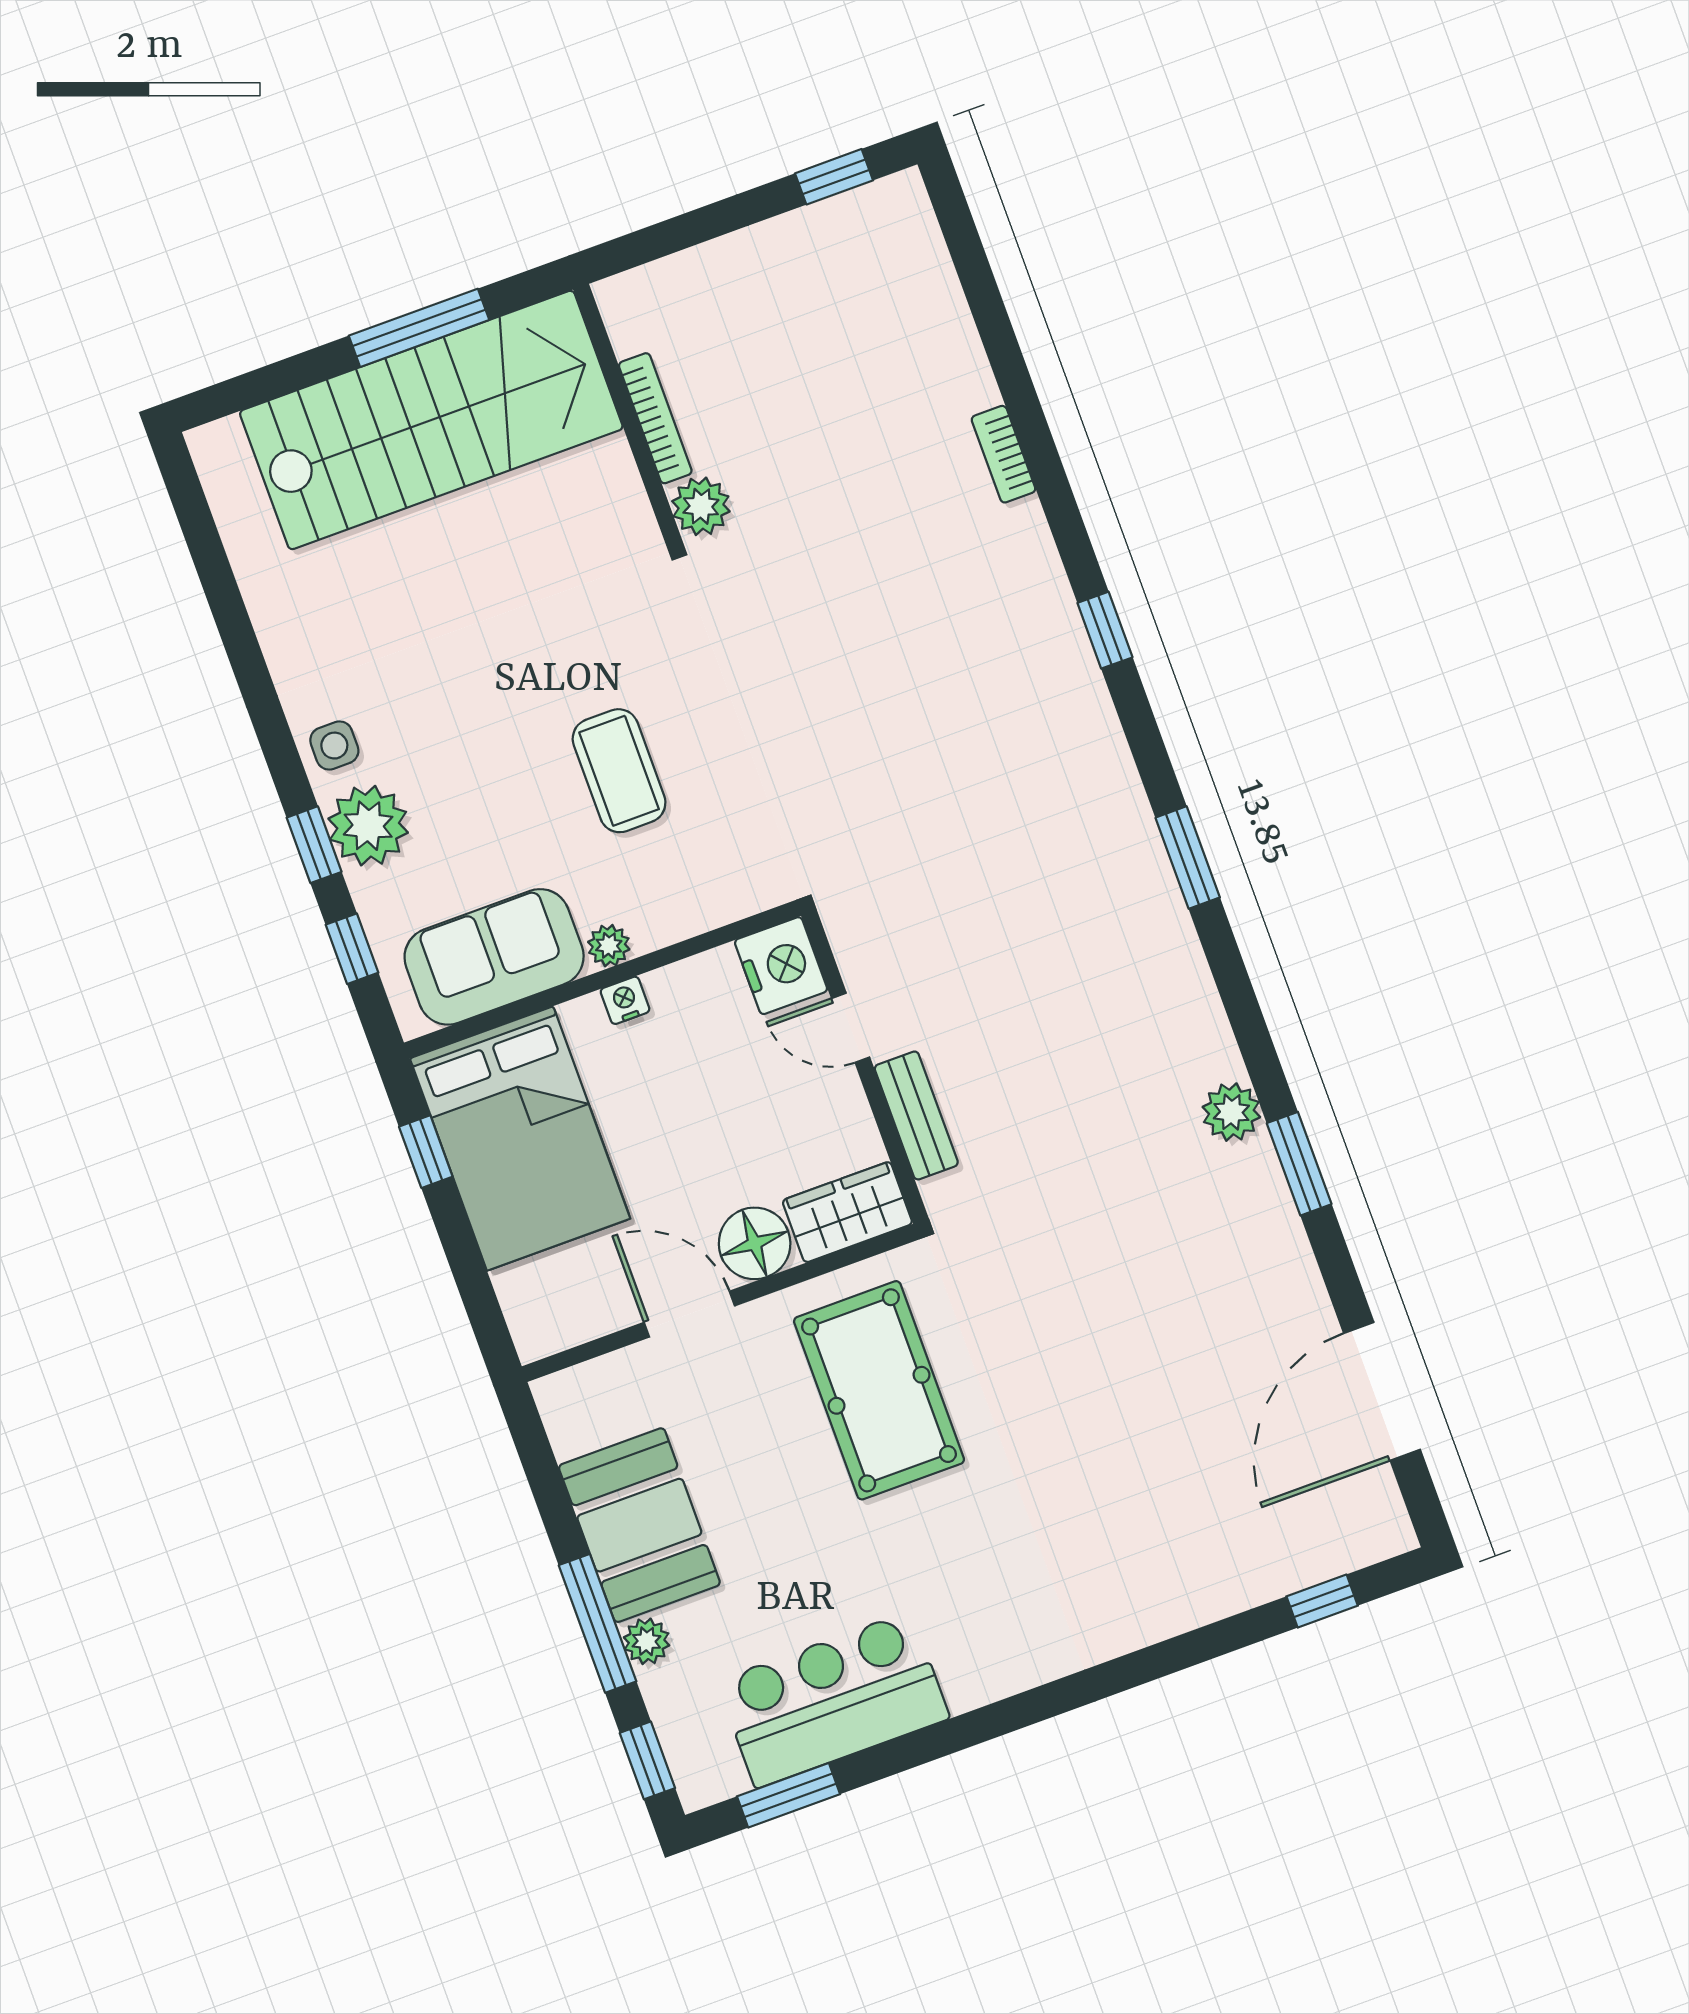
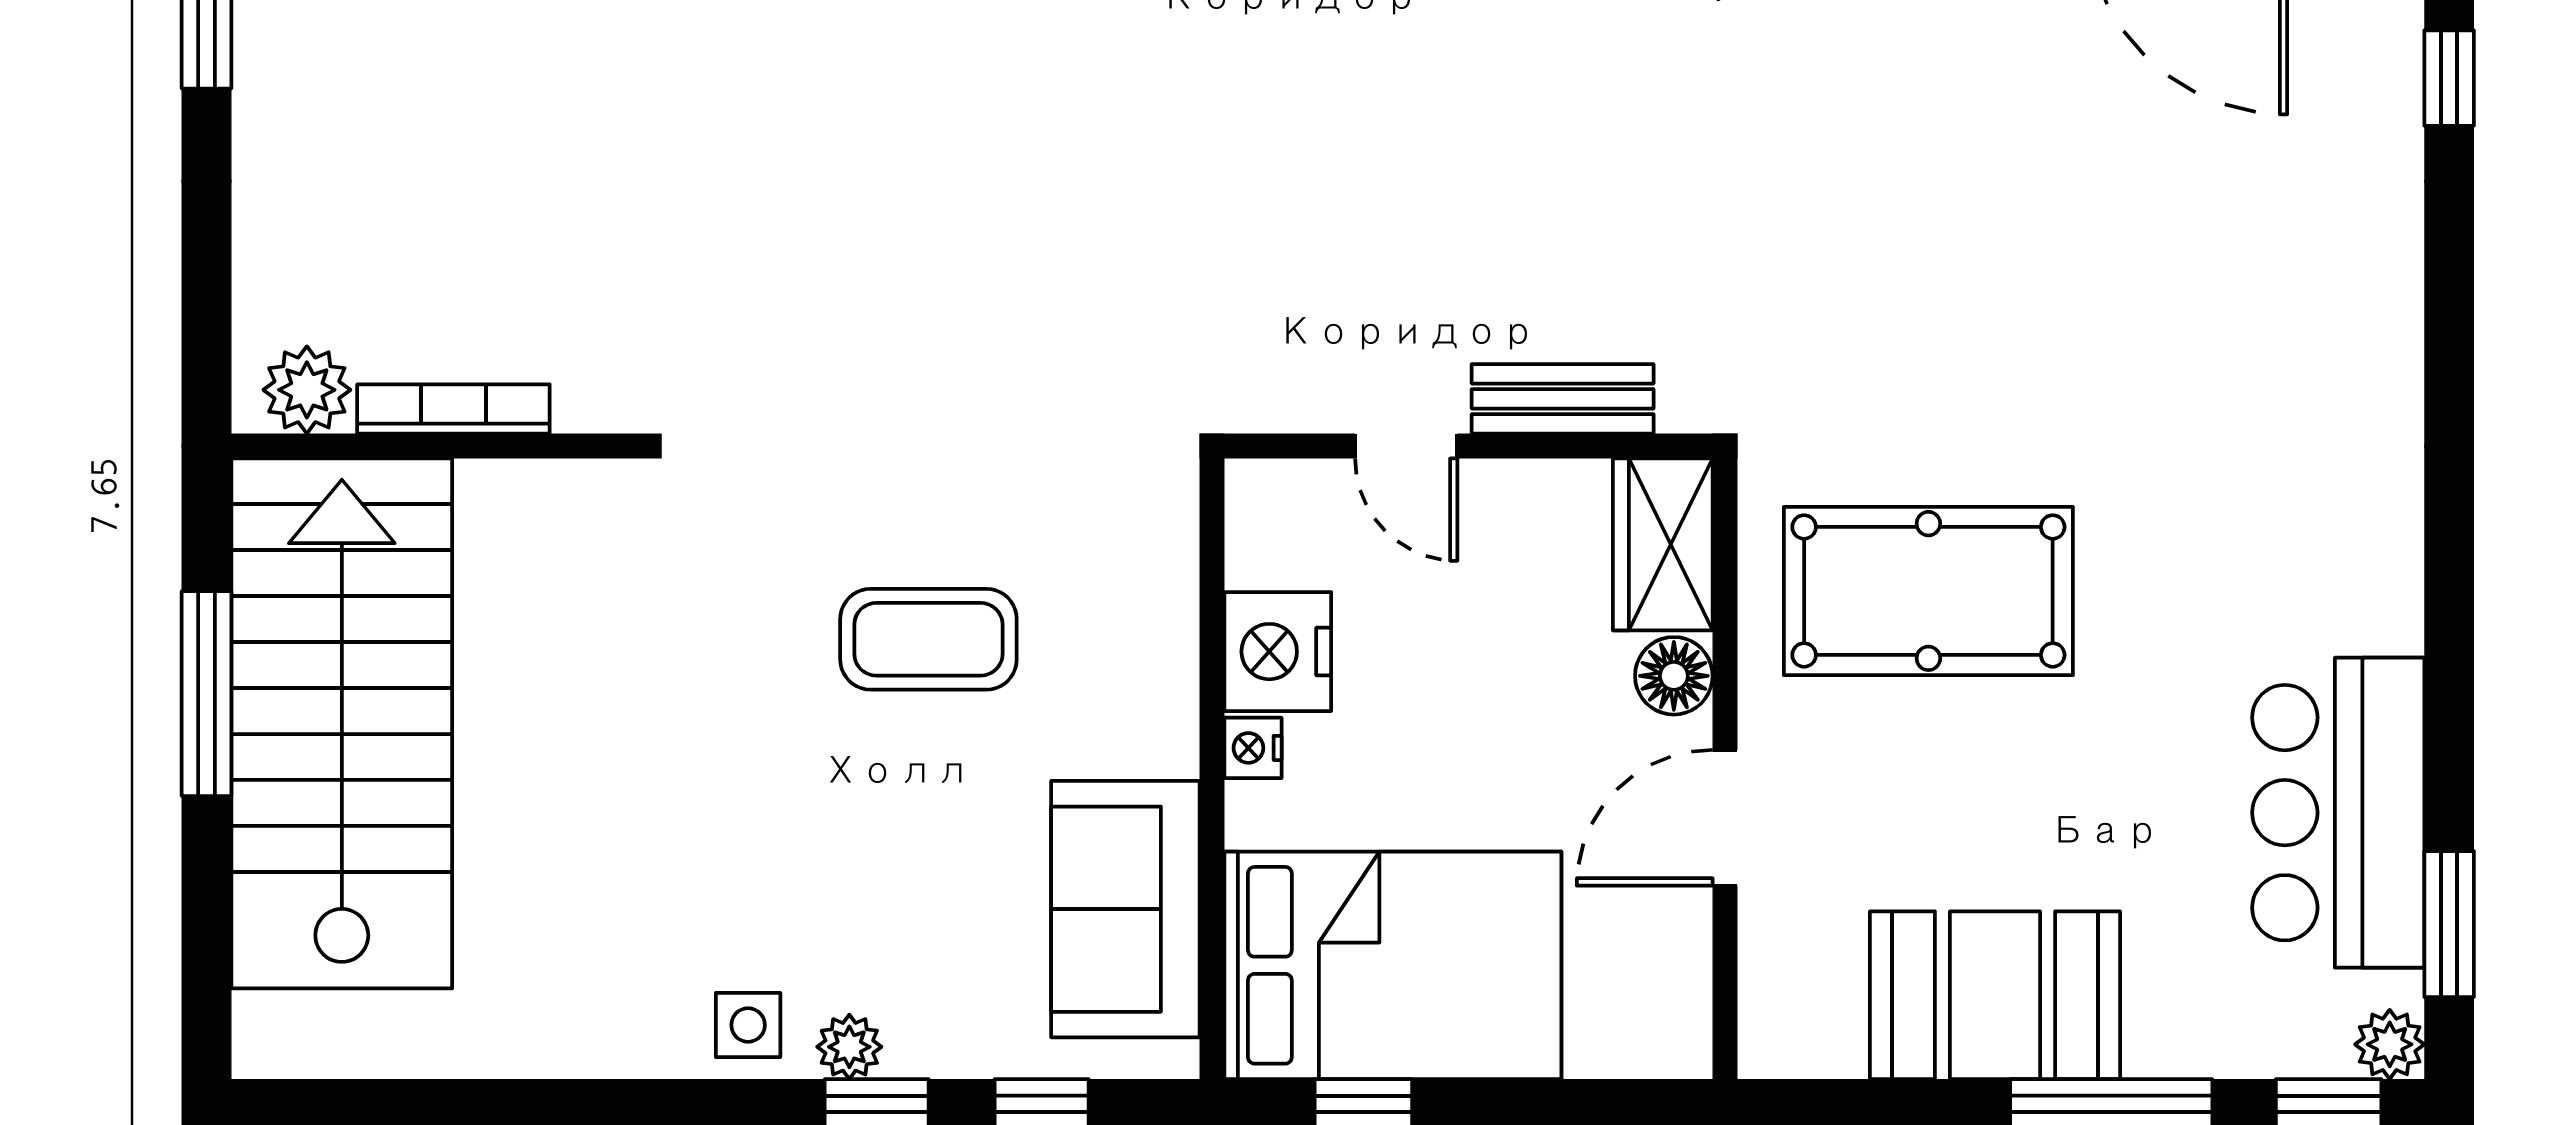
plant: (701, 506) -> (307, 390), moved
plant: (368, 826) -> (849, 1047), width x0.53, depth x0.53
plant: (609, 946) -> (1168, 743), removed
nightstand: (781, 966) -> (1278, 652), moved, turned -90
door: (851, 1028) -> (1406, 446), hinge flipped
floor lamp: (755, 1243) -> (1674, 676), width x0.73, depth x0.73
plant: (647, 1641) -> (2390, 1044), moved

